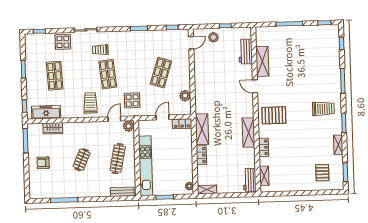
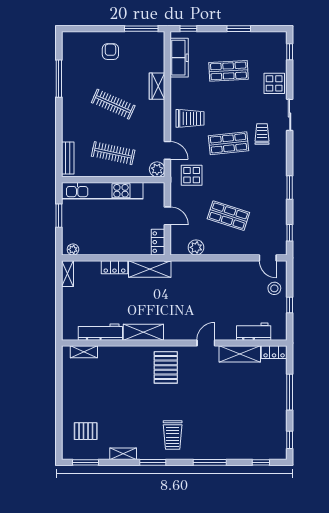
wardrobe: (53, 128) -> (157, 86), moved
locker: (264, 147) -> (274, 352), moved
clothes rail: (82, 160) -> (113, 104), width x1.36
workbench: (250, 180) -> (100, 332), moved, width x1.38

